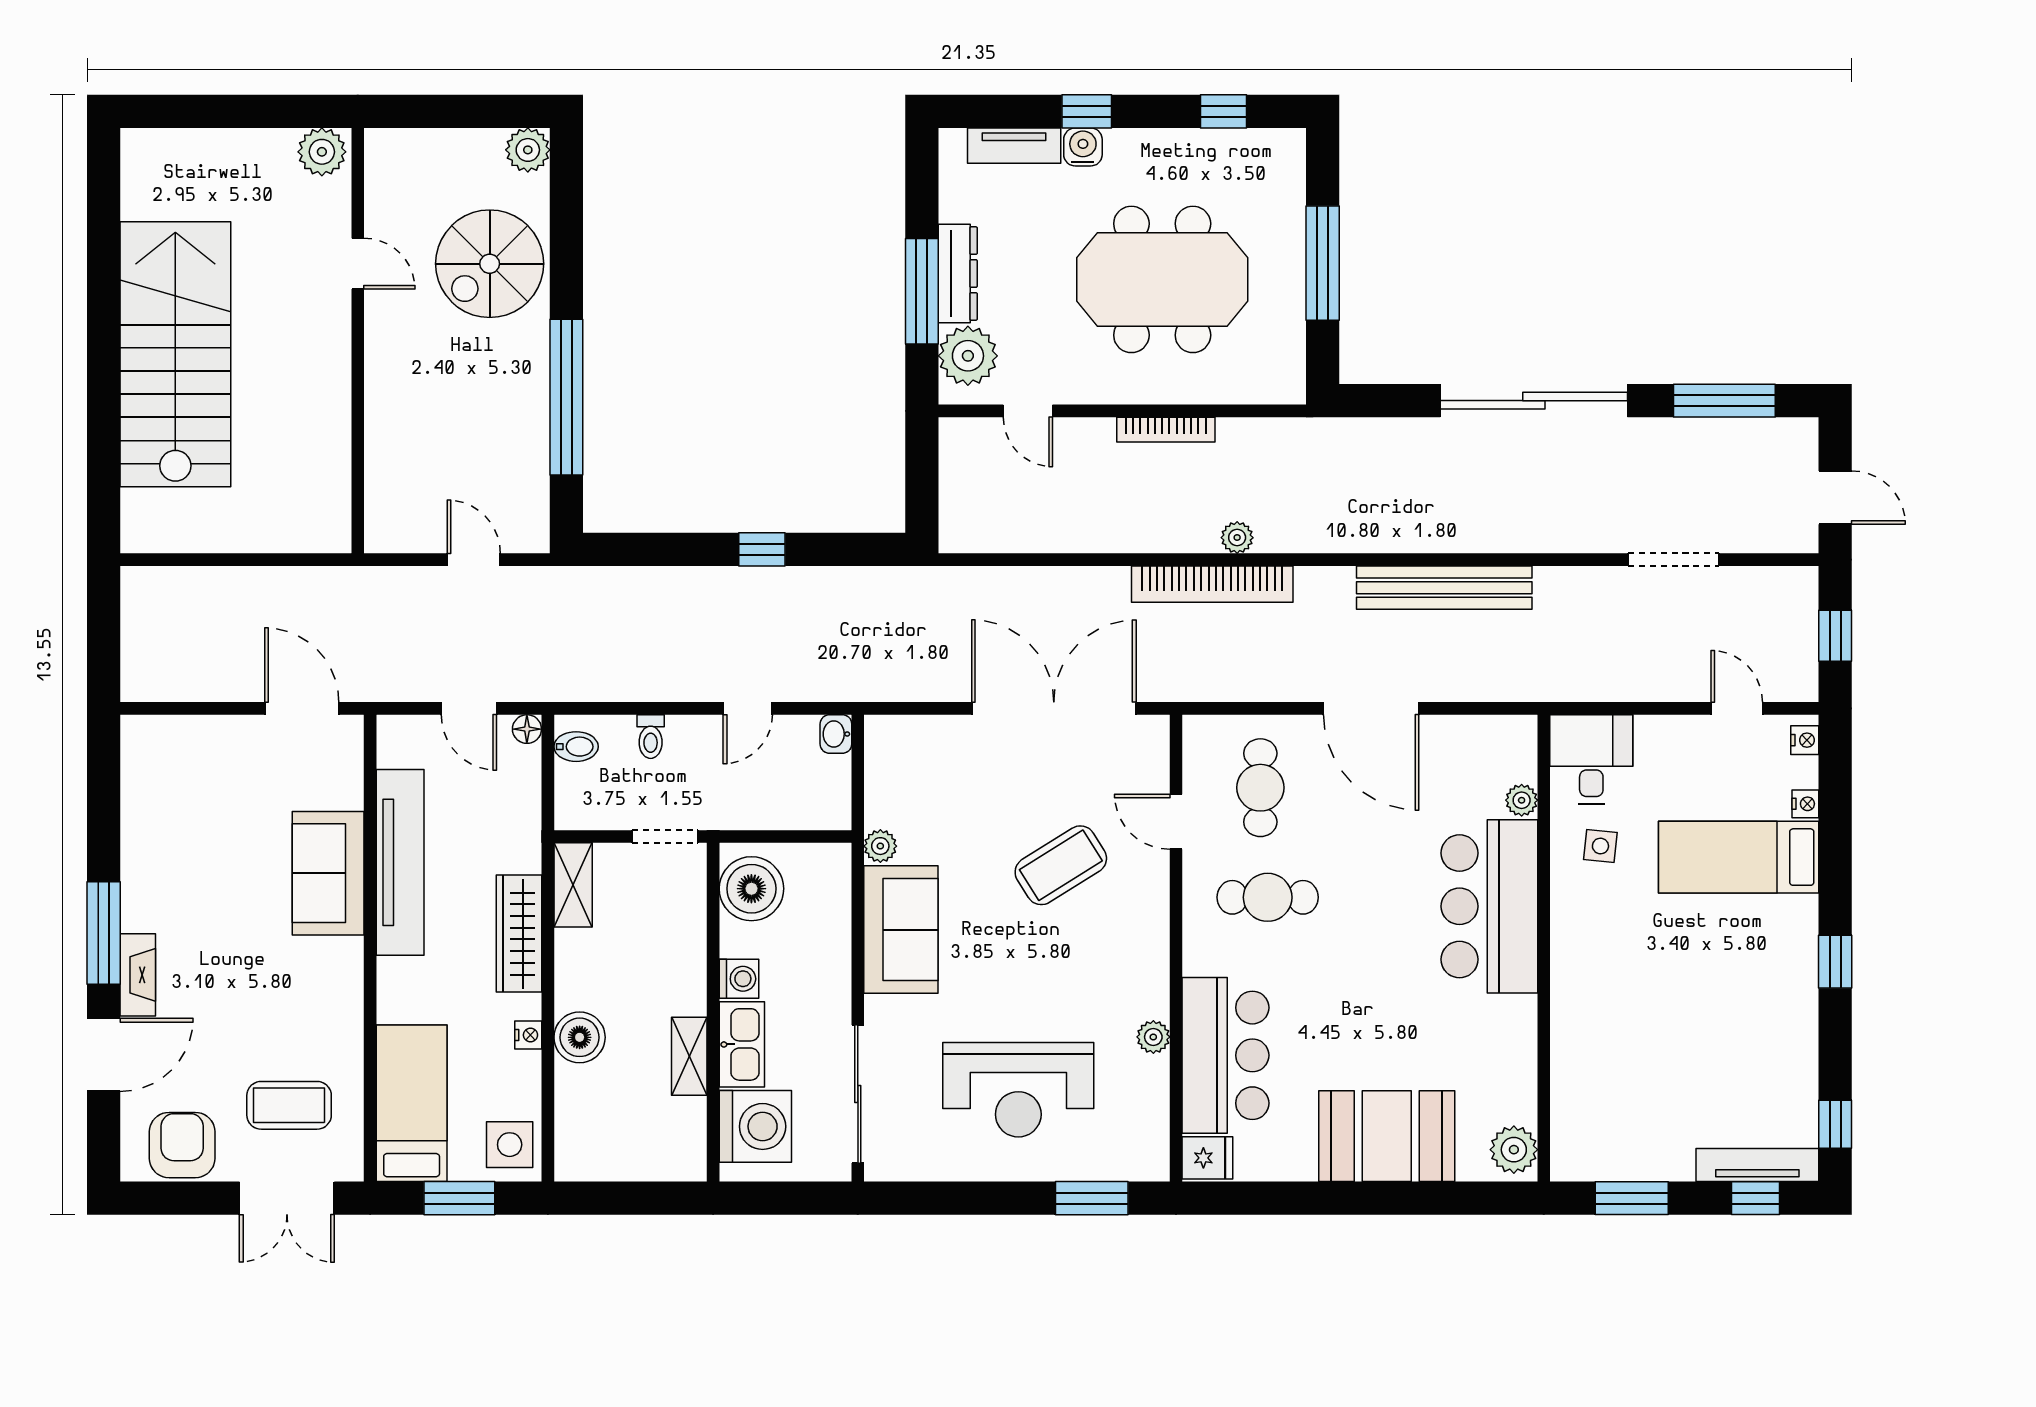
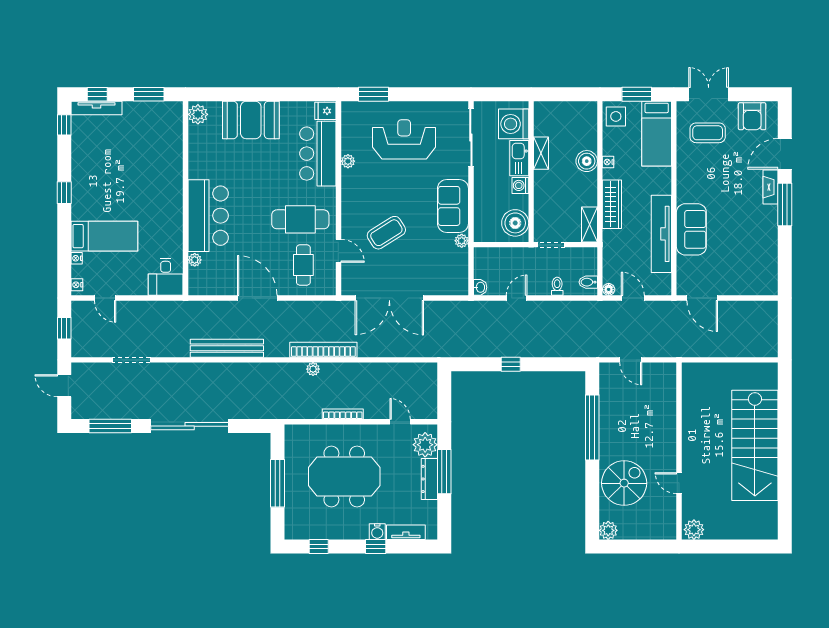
side table: (1600, 846) -> (162, 241), removed
cafe table: (1268, 897) -> (300, 219), width x1.37, depth x1.35

